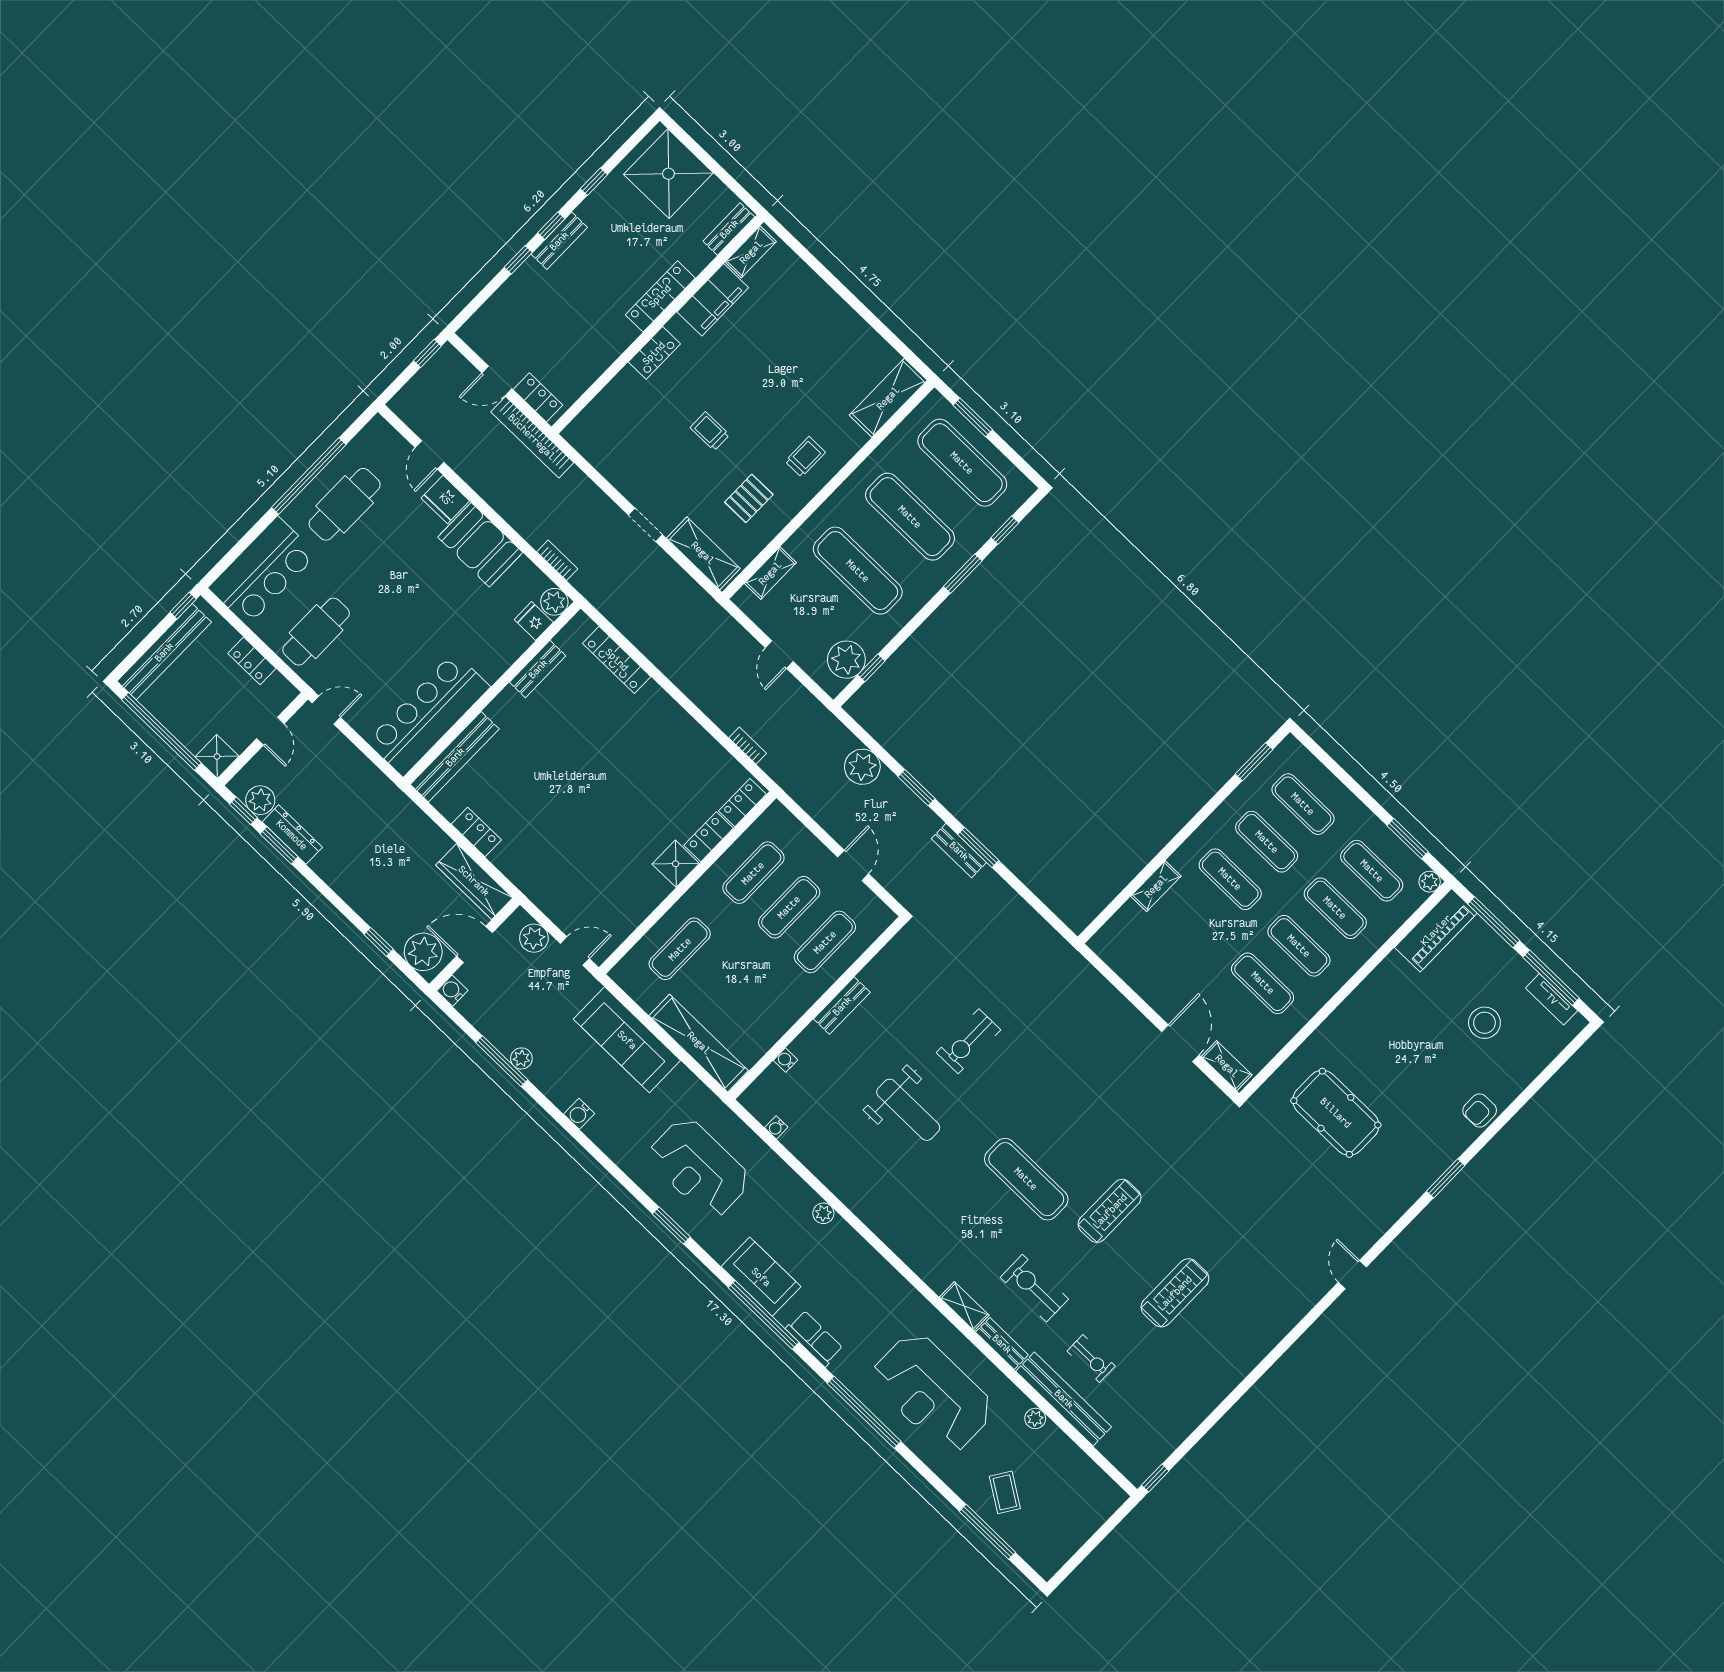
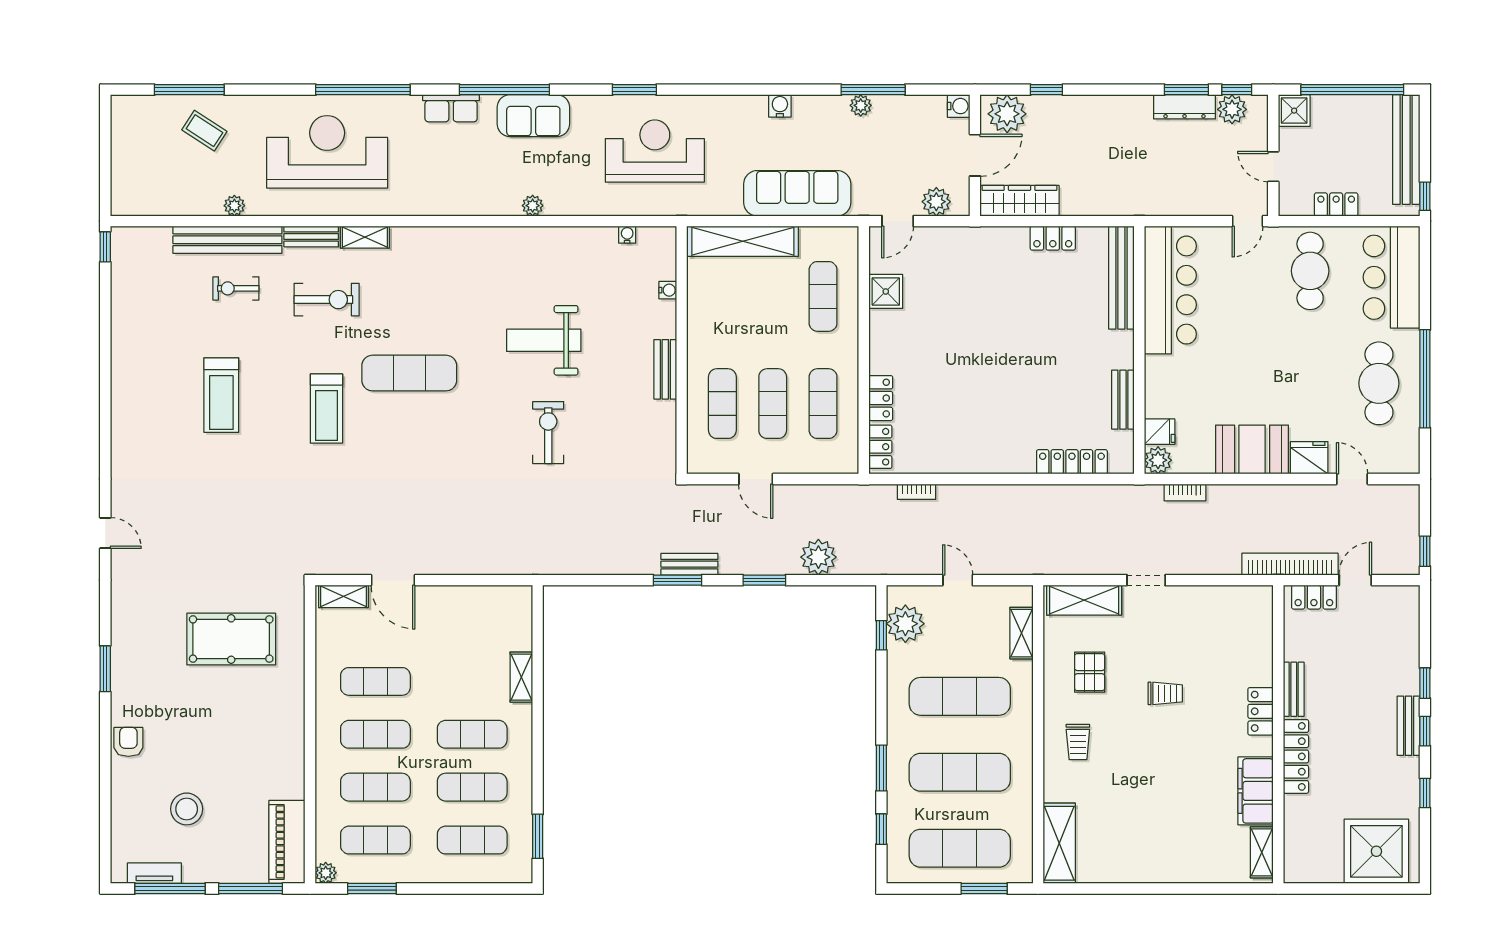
bench: (729, 229) -> (1294, 689), moved
shower: (676, 864) -> (886, 291), moved

